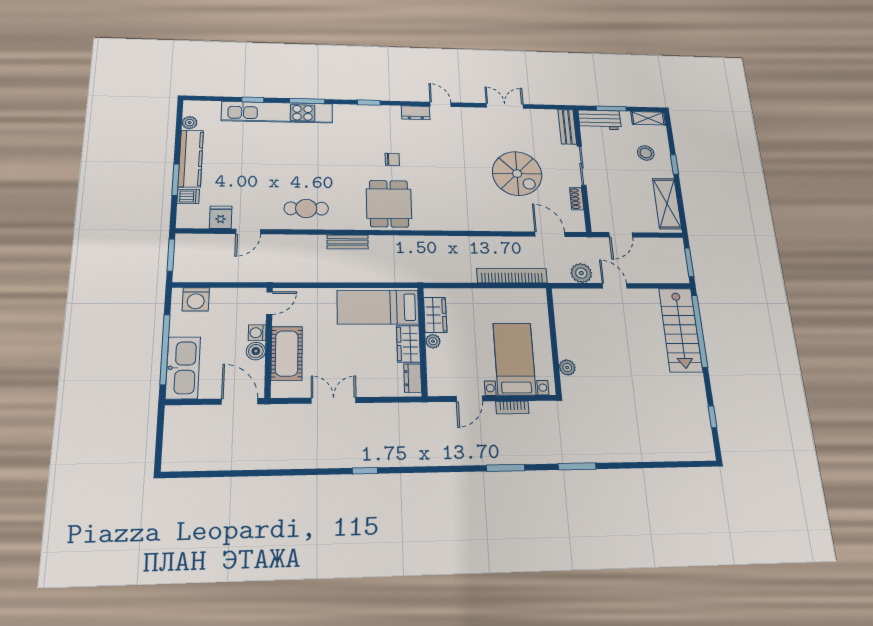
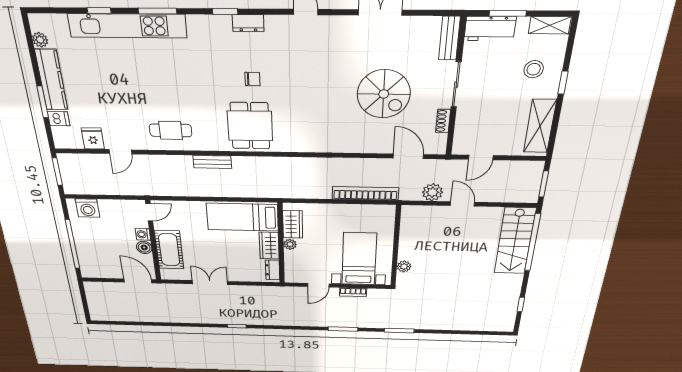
dresser: (416, 113) -> (248, 23), moved
kitchen sink: (183, 368) -> (90, 257), removed

